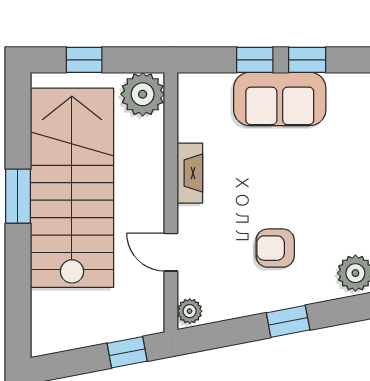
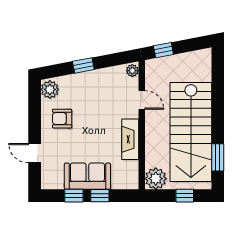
fireplace: (190, 173) -> (130, 139), width x1.37, depth x1.32
window: (18, 196) -> (218, 157), moved
armchair: (275, 248) -> (62, 119), moved, turned 180

